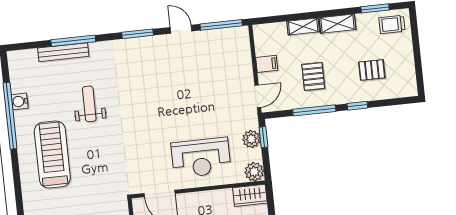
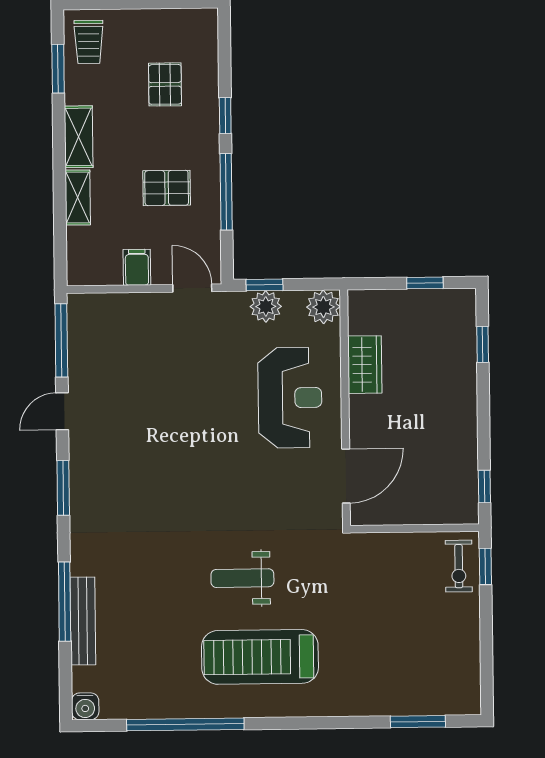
water cooler: (20, 101) -> (85, 706), moved
weight bench: (89, 104) -> (242, 578), moved
wardrobe: (250, 195) -> (365, 365), moved

